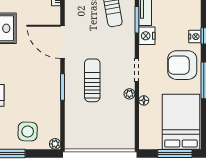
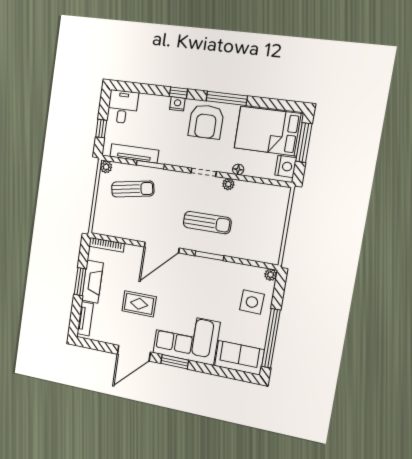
nightstand: (147, 36) -> (286, 166), moved, turned -90
sun lounger: (92, 80) -> (207, 223), turned 180

